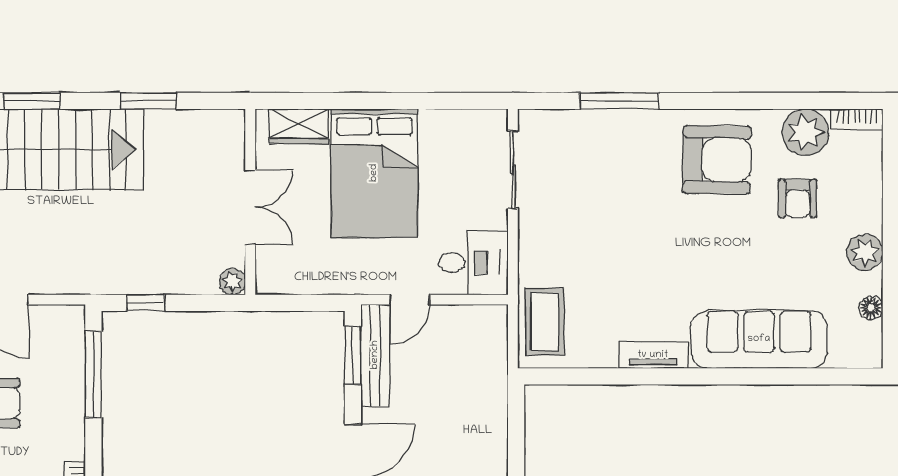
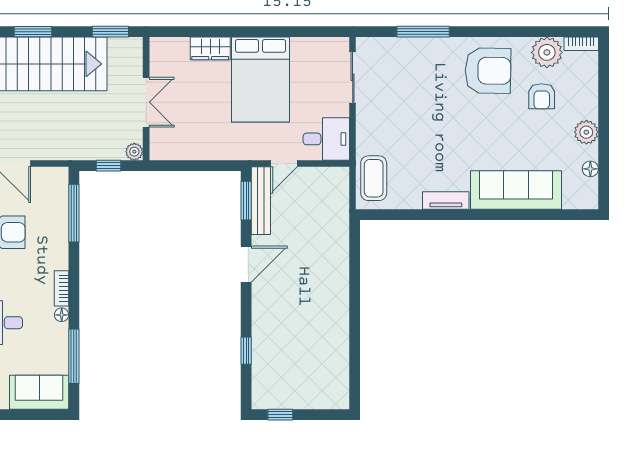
wall: (250, 202) -> (146, 99), moved
double door: (250, 207) -> (146, 102), moved
plant: (232, 282) -> (134, 152), moved

